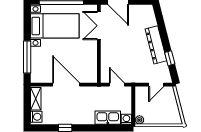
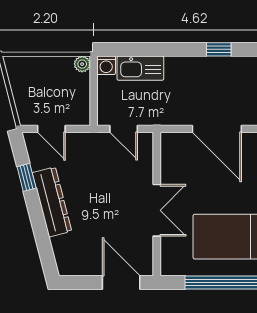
double door: (99, 26) -> (157, 210), moved
door: (156, 85) -> (51, 129), swing flipped

